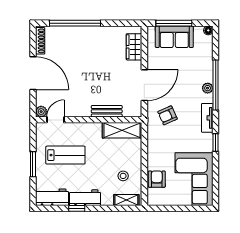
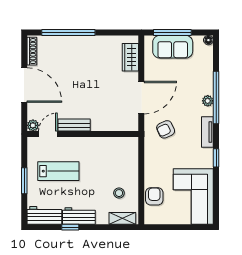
bench: (107, 111) -> (74, 125), moved
shelving: (122, 130) -> (118, 145), removed

